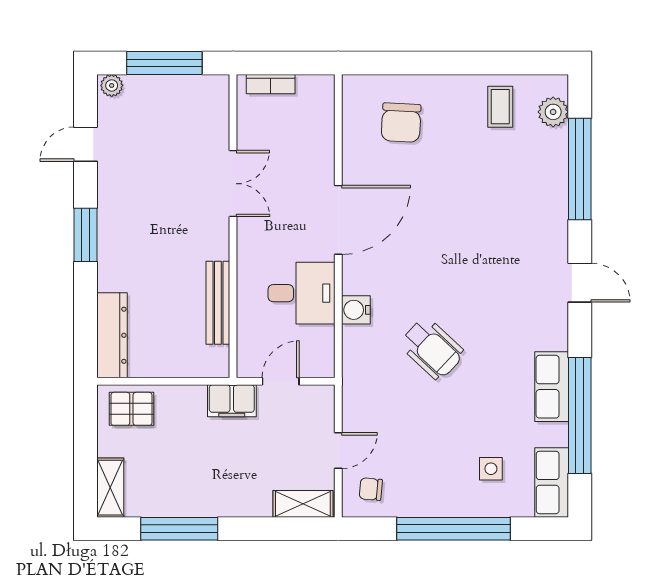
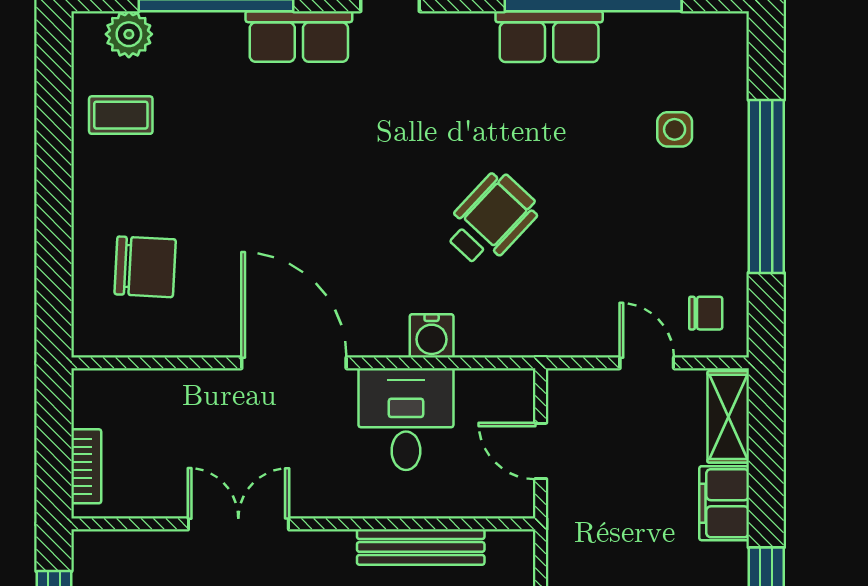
filing cabinet: (232, 401) -> (724, 503), moved, turned 180
row of seats: (552, 482) -> (299, 37), moved
chair: (371, 489) -> (706, 313), turned -95

